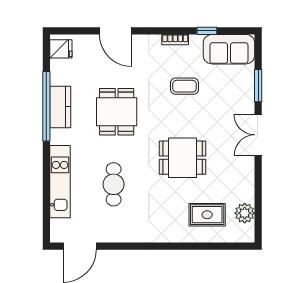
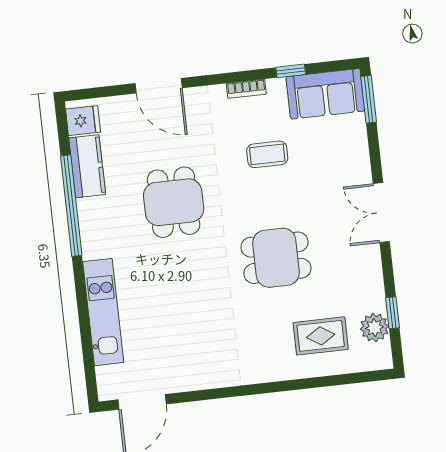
window: (258, 86) -> (369, 99), moved
kitchen counter: (60, 107) -> (87, 166), moved
cafe table: (114, 184) -> (181, 307), removed
window: (258, 204) -> (393, 313), added

